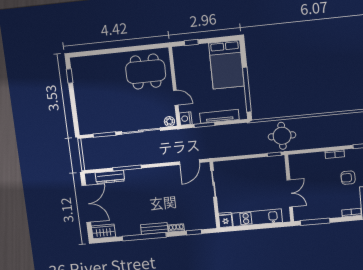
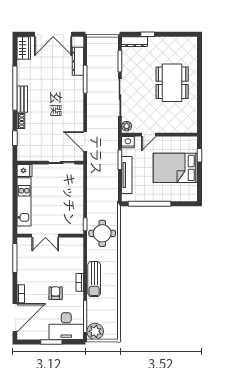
bed: (226, 65) -> (175, 168), moved
dining table: (146, 72) -> (172, 83), moved
window: (70, 76) -> (148, 34), moved
dresser: (83, 122) -> (135, 42), added
sun lounger: (330, 140) -> (94, 279), added

